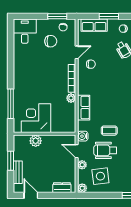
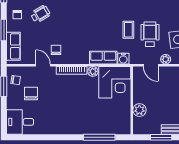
corner desk: (36, 118) -> (115, 82), moved, turned -90
water cooler: (83, 136) -> (123, 59), moved
wheelchair: (105, 150) -> (150, 34), turned 180
door: (77, 151) -> (151, 65), hinge flipped

